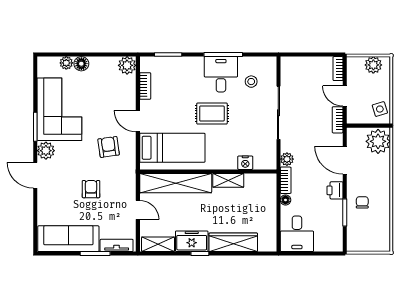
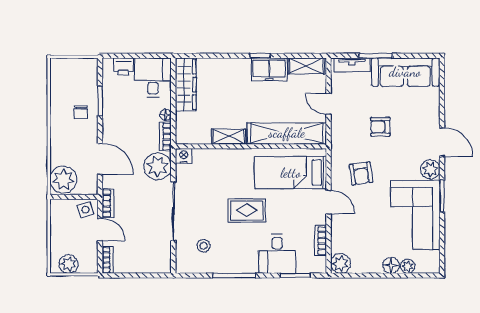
desk: (221, 74) -> (277, 254), moved
side table: (380, 109) -> (85, 210), moved
plant: (287, 159) -> (158, 166), width x1.88, depth x1.88
nightstand: (245, 163) -> (184, 156), moved
armchair: (91, 189) -> (380, 127), turned 90
printer: (335, 190) -> (124, 67), moved, turned 90
wardrobe: (233, 242) -> (186, 84), moved, turned -90

